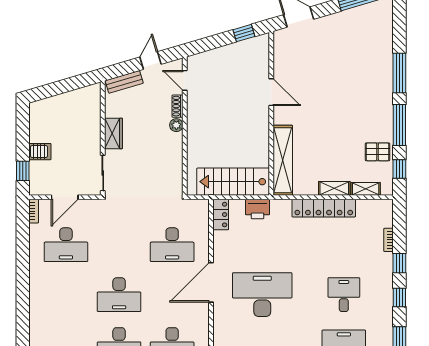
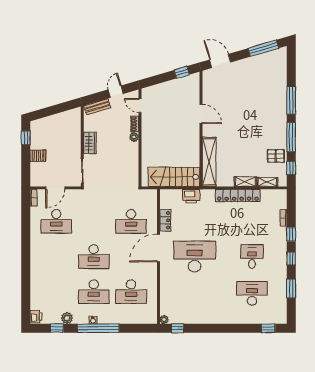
window: (23, 171) -> (26, 138), moved
locker: (221, 215) -> (165, 220), moved

